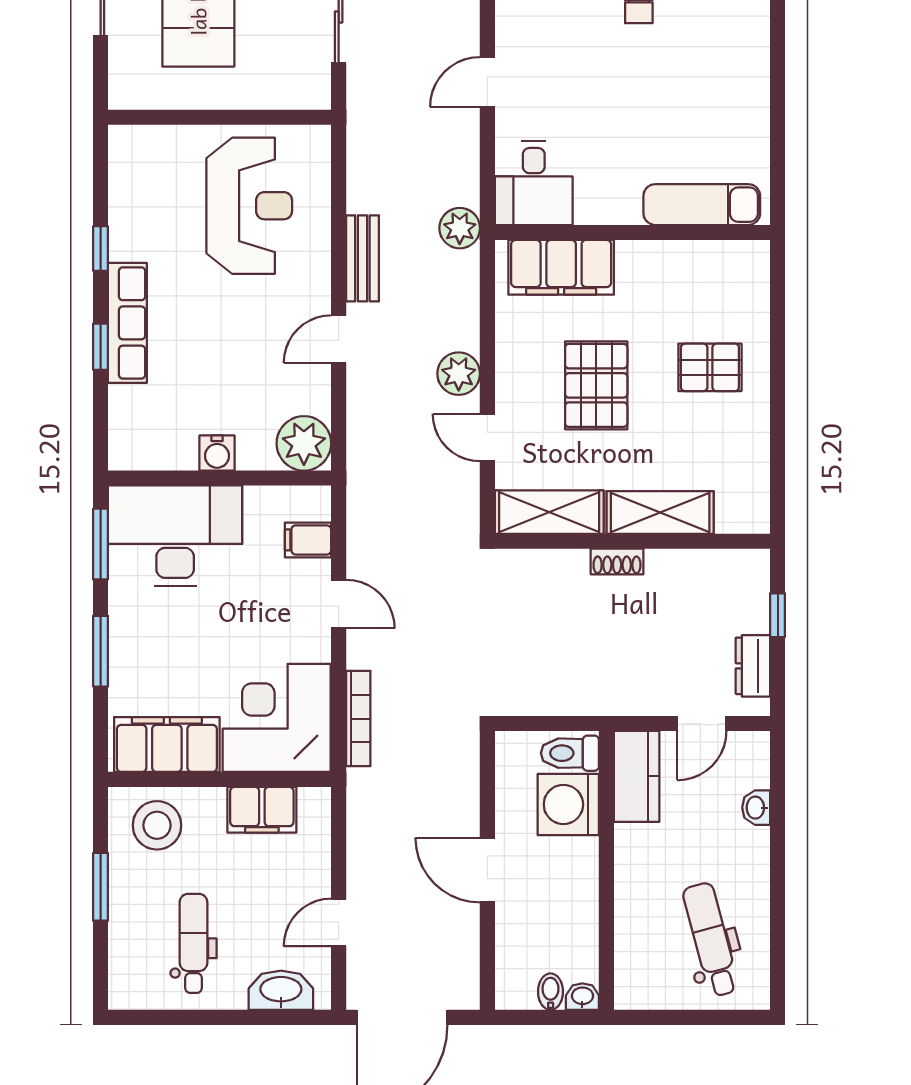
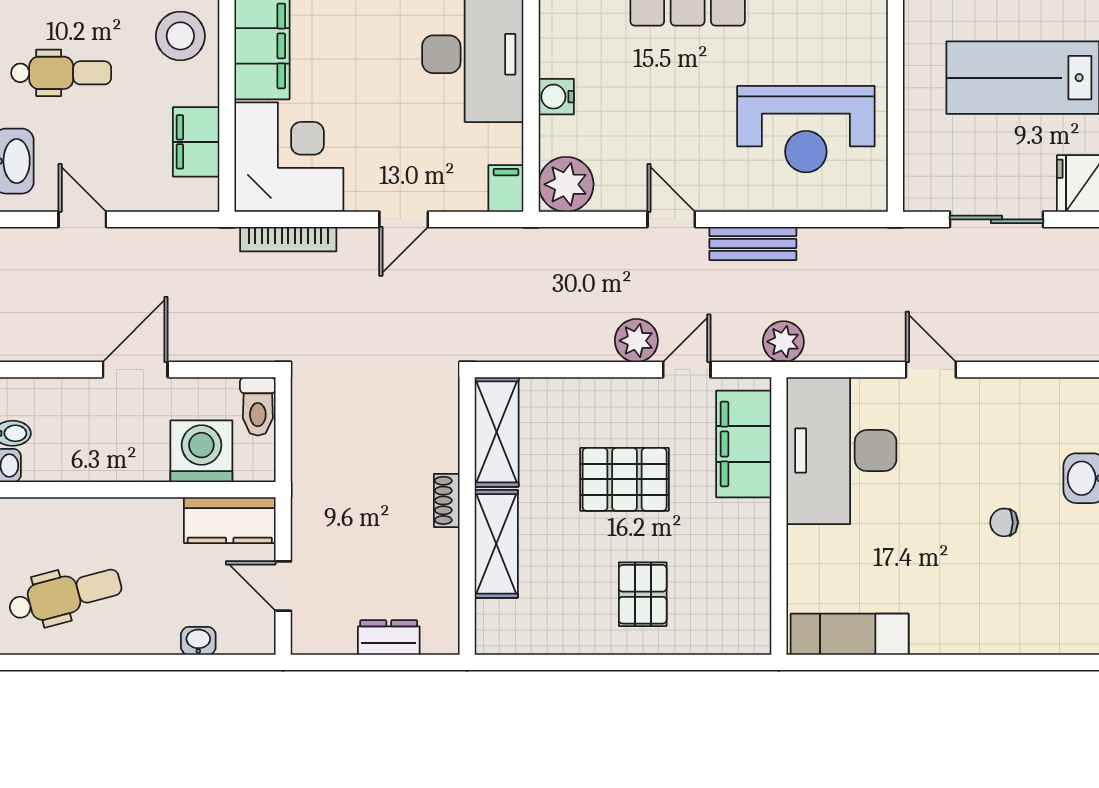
desk: (534, 183) -> (841, 451), width x1.87, depth x1.30
exam couch: (702, 205) -> (850, 634), moved, turned -90
door: (487, 438) -> (687, 370), moved
filing cabinet: (308, 540) -> (506, 188), moved
window: (778, 615) -> (393, 662), removed
dresser: (753, 666) -> (389, 638), moved
toilet: (570, 753) -> (258, 406), moved, turned 180

